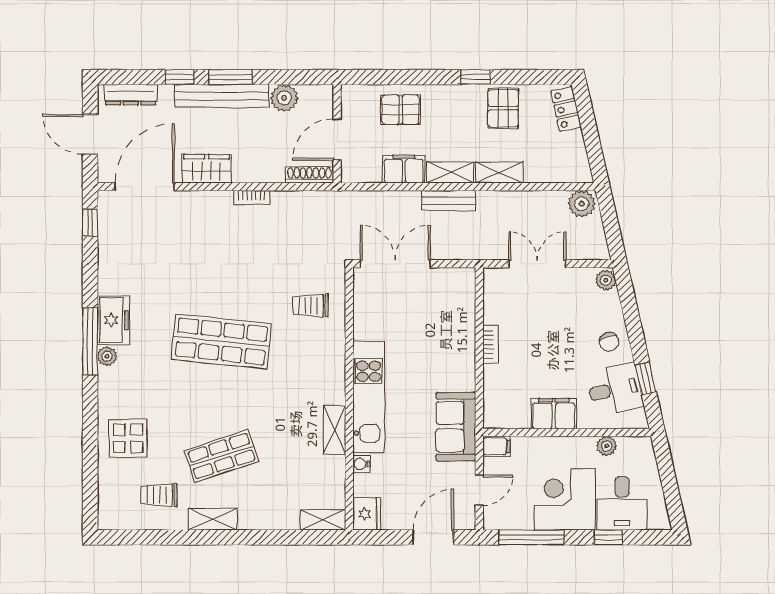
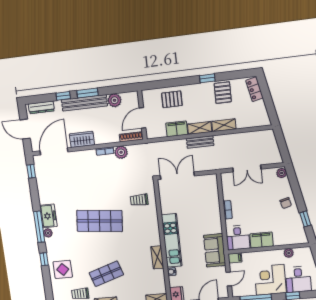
plant: (582, 204) -> (121, 152), moved
double door: (537, 264) -> (247, 168), swing flipped
desk: (615, 389) -> (238, 238), moved, turned 103
window: (90, 412) -> (44, 259), added

